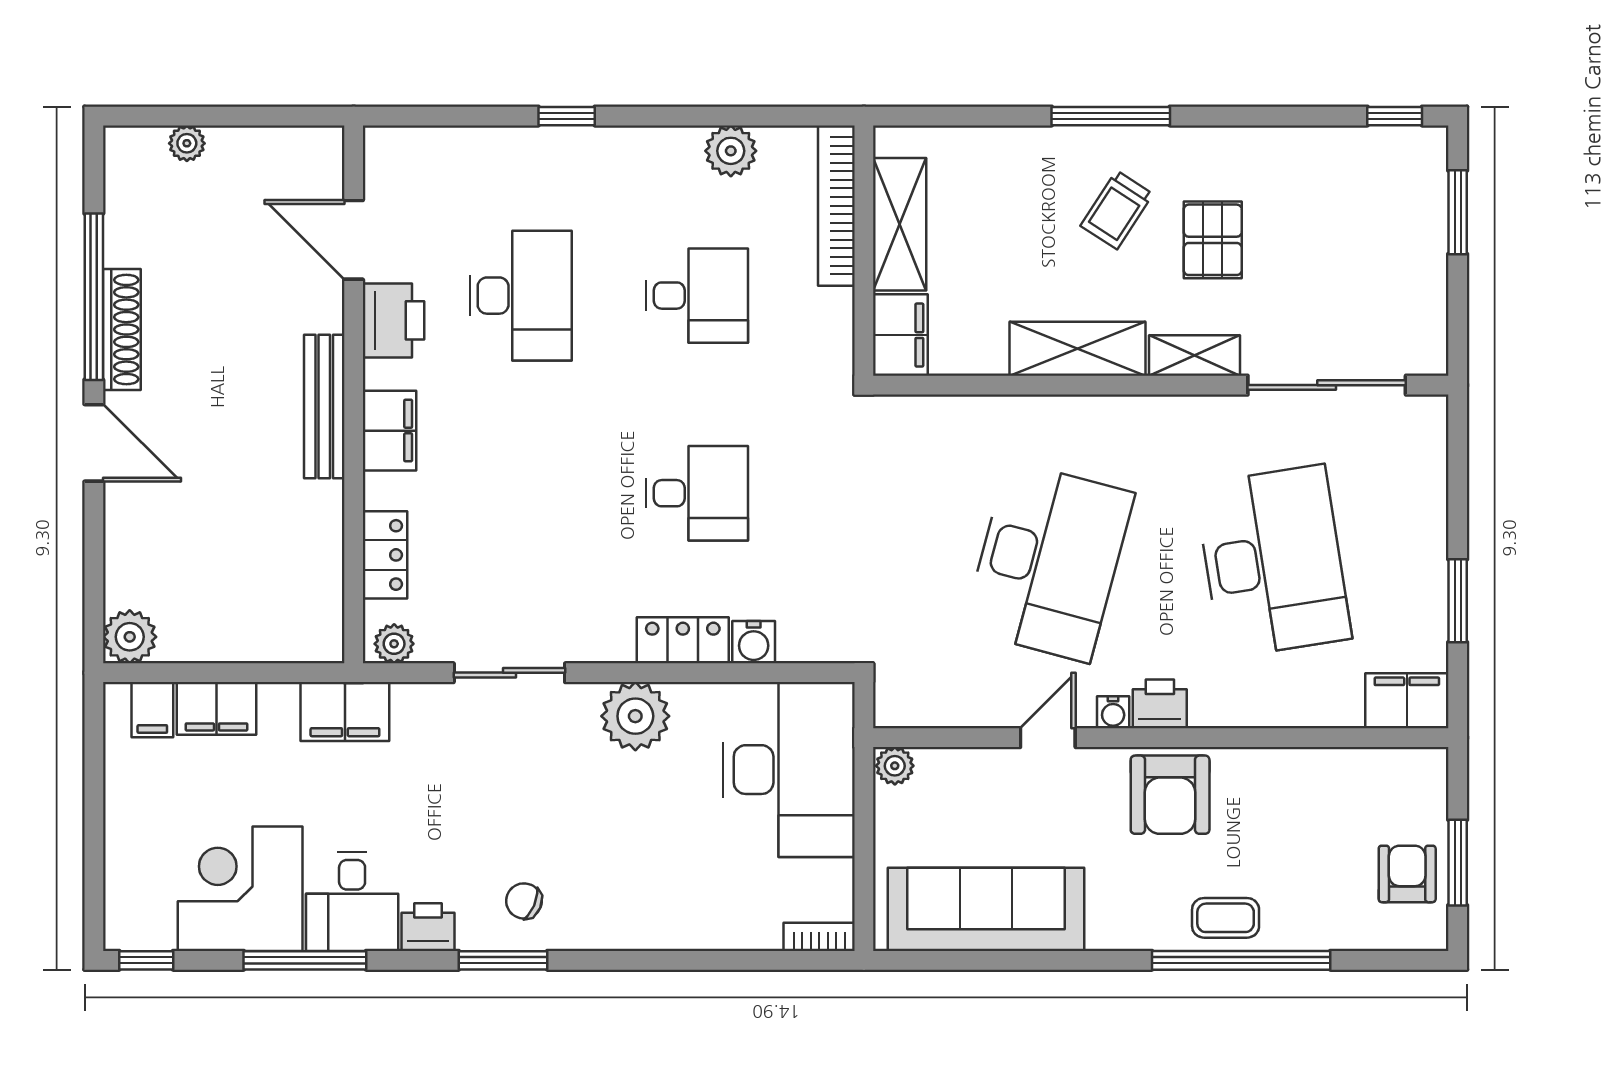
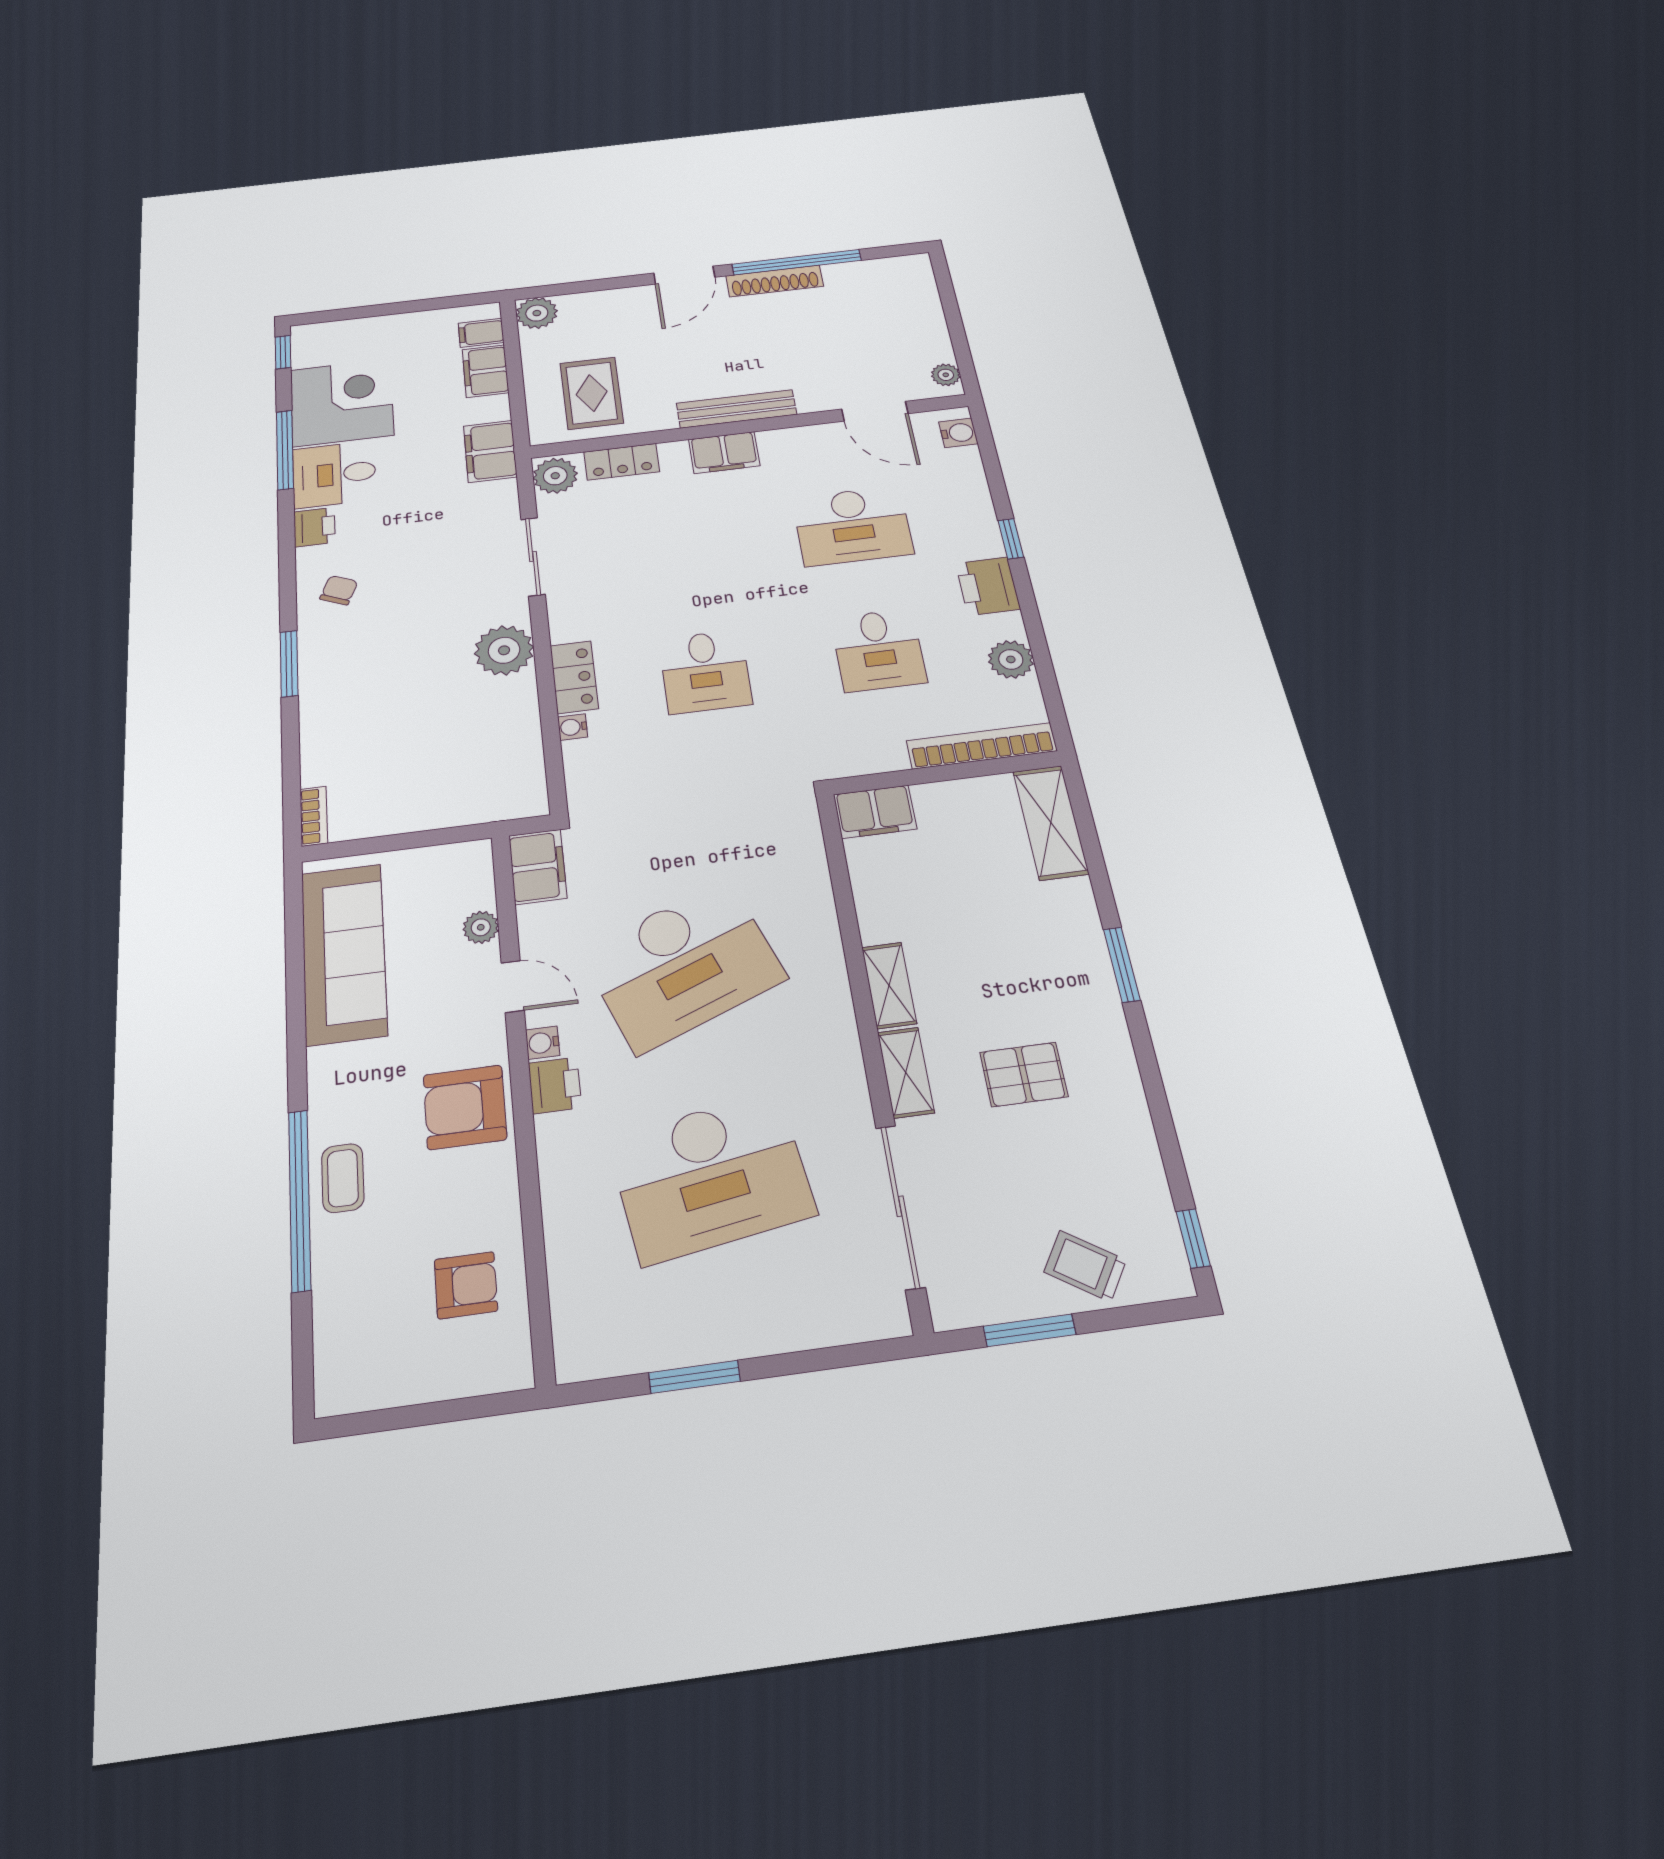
window: (1111, 116) -> (1122, 965), width x0.69
plant: (187, 143) -> (946, 375), moved
water cooler: (402, 146) -> (958, 433), added
trolley: (1117, 210) -> (1085, 1266), moved
window: (1458, 212) -> (1029, 1330), moved
shelving: (900, 224) -> (1051, 822), moved, turned 90
door: (354, 240) -> (875, 411), swing flipped
printer: (394, 320) -> (988, 586), moved, turned 90
shelving: (1078, 349) -> (889, 985), width x0.67, depth x0.75
desk: (1049, 561) -> (683, 965), turned -36
rug: (272, 580) -> (592, 393), added
water cooler: (754, 642) -> (573, 727), width x0.72, depth x0.72
plant: (394, 644) -> (555, 476), width x1.38, depth x1.38
filing cabinet: (1407, 701) -> (538, 867), moved
plant: (895, 766) -> (481, 927), moved
desk: (789, 770) -> (466, 773), removed
window: (1458, 863) -> (411, 1416), removed
armchair: (1407, 874) -> (466, 1285), moved
window: (503, 960) -> (289, 664), moved

